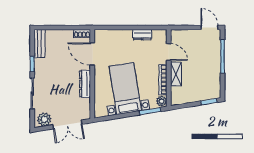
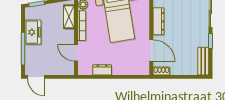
freezer: (213, 73) -> (33, 32), added
shelving: (176, 74) -> (69, 17), moved

